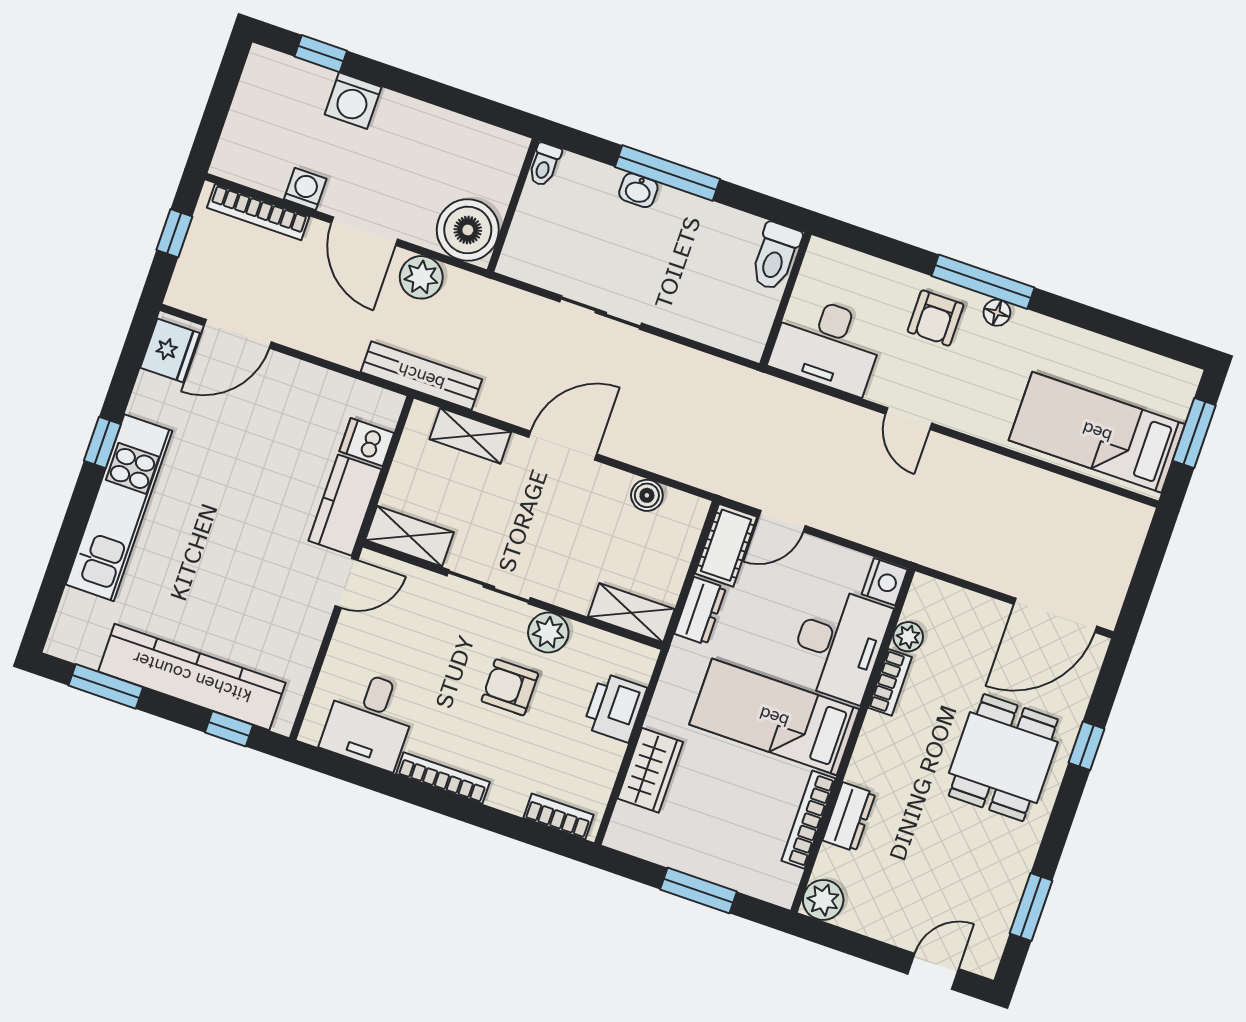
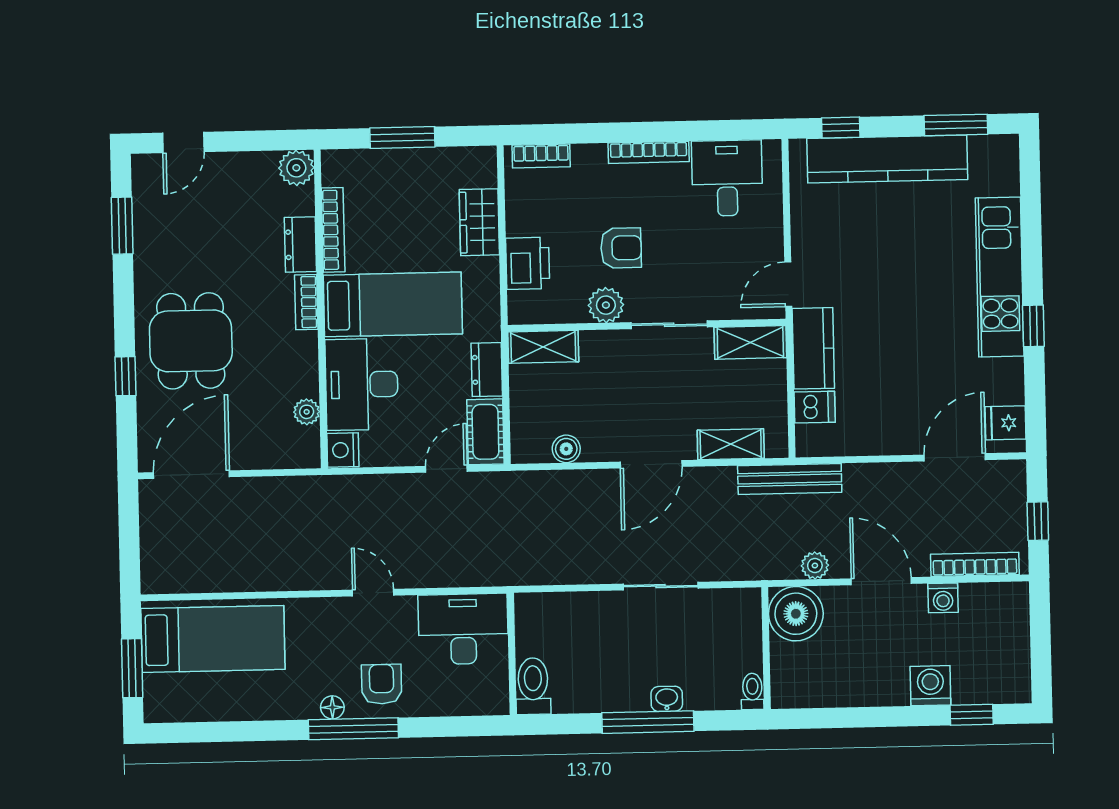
plant: (421, 277) -> (815, 565), width x0.73, depth x0.73
fridge: (170, 350) -> (1005, 423), width x0.72
bookcase: (890, 682) -> (306, 302), moved

